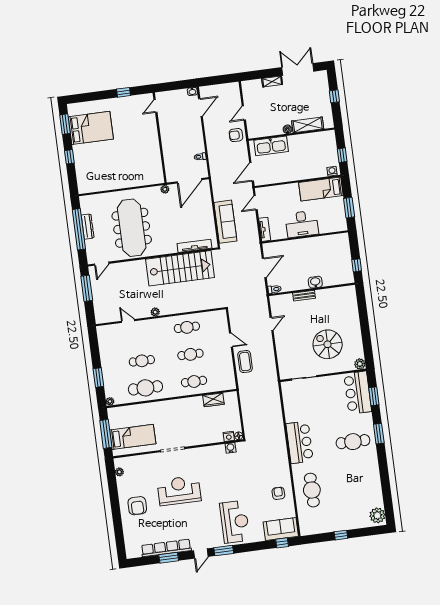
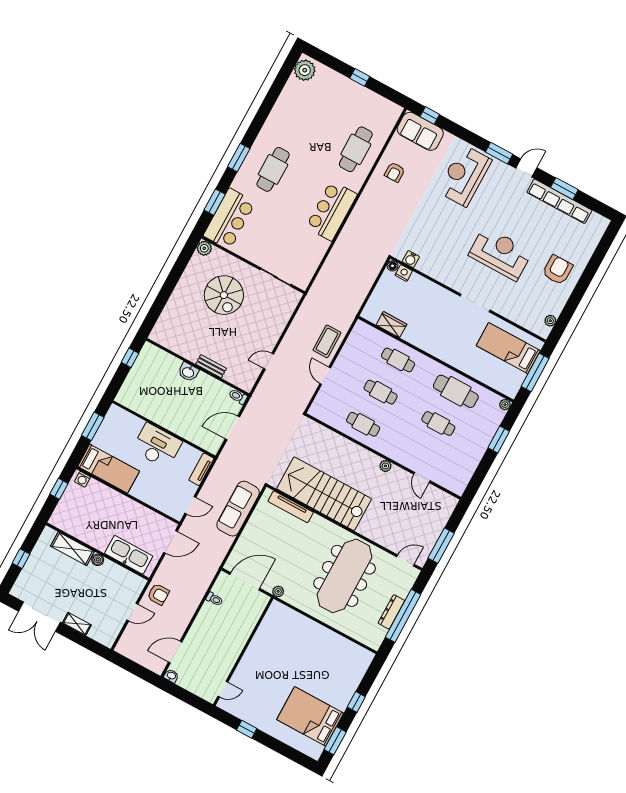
cafe table: (353, 442) -> (273, 169), turned 90
reception desk: (179, 491) -> (500, 253), turned 180

